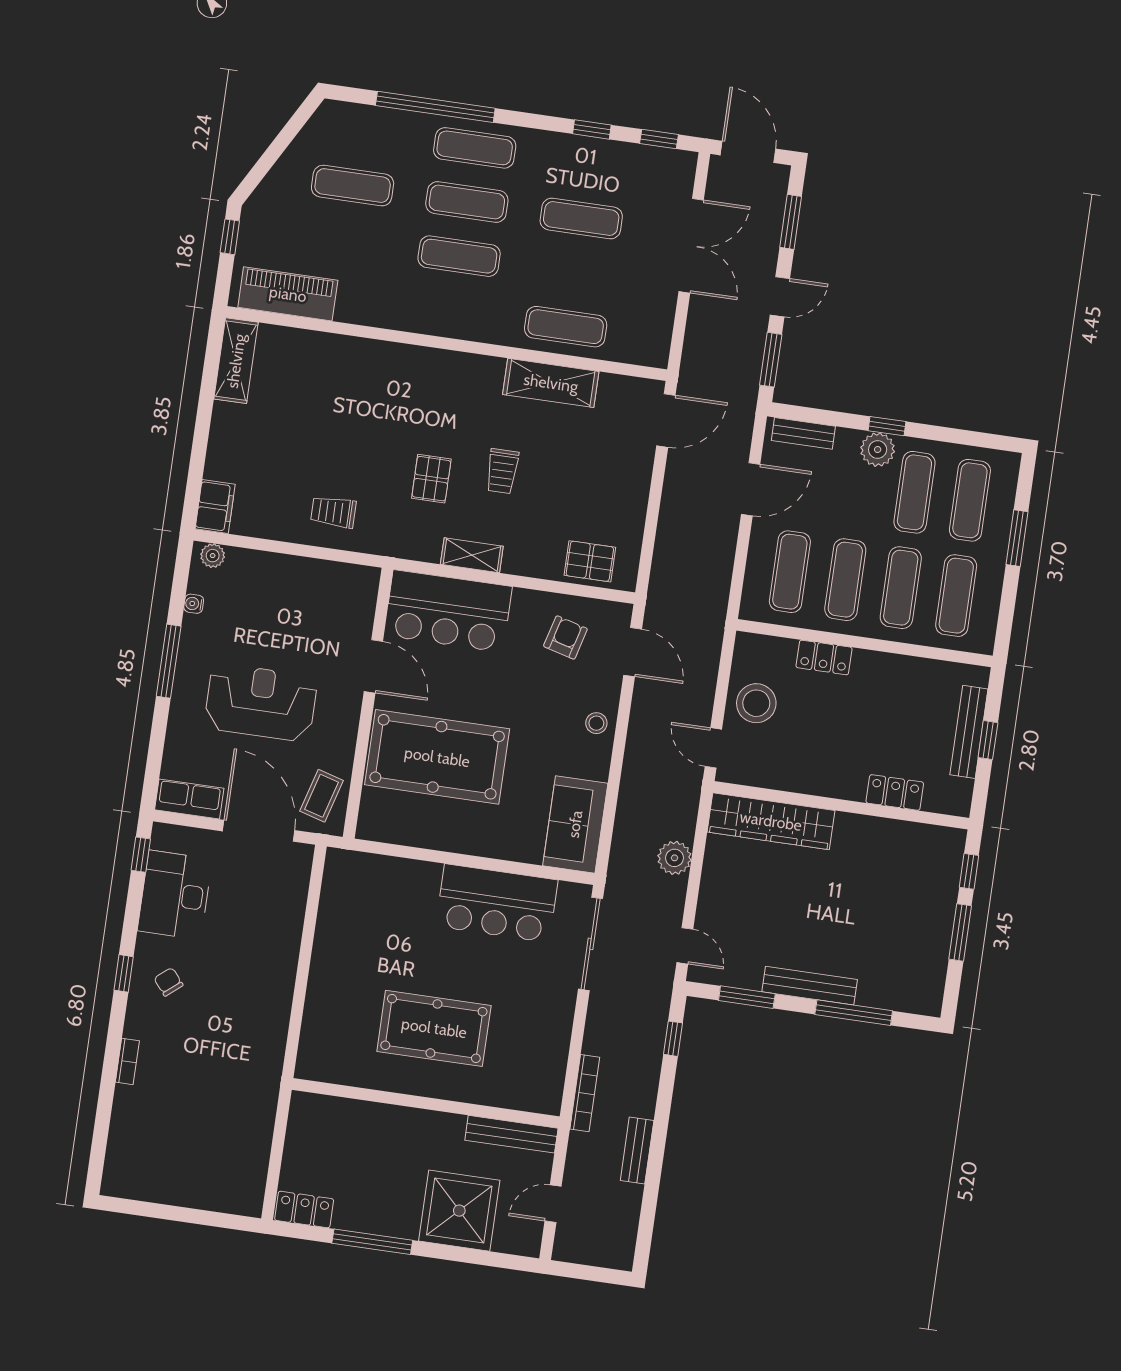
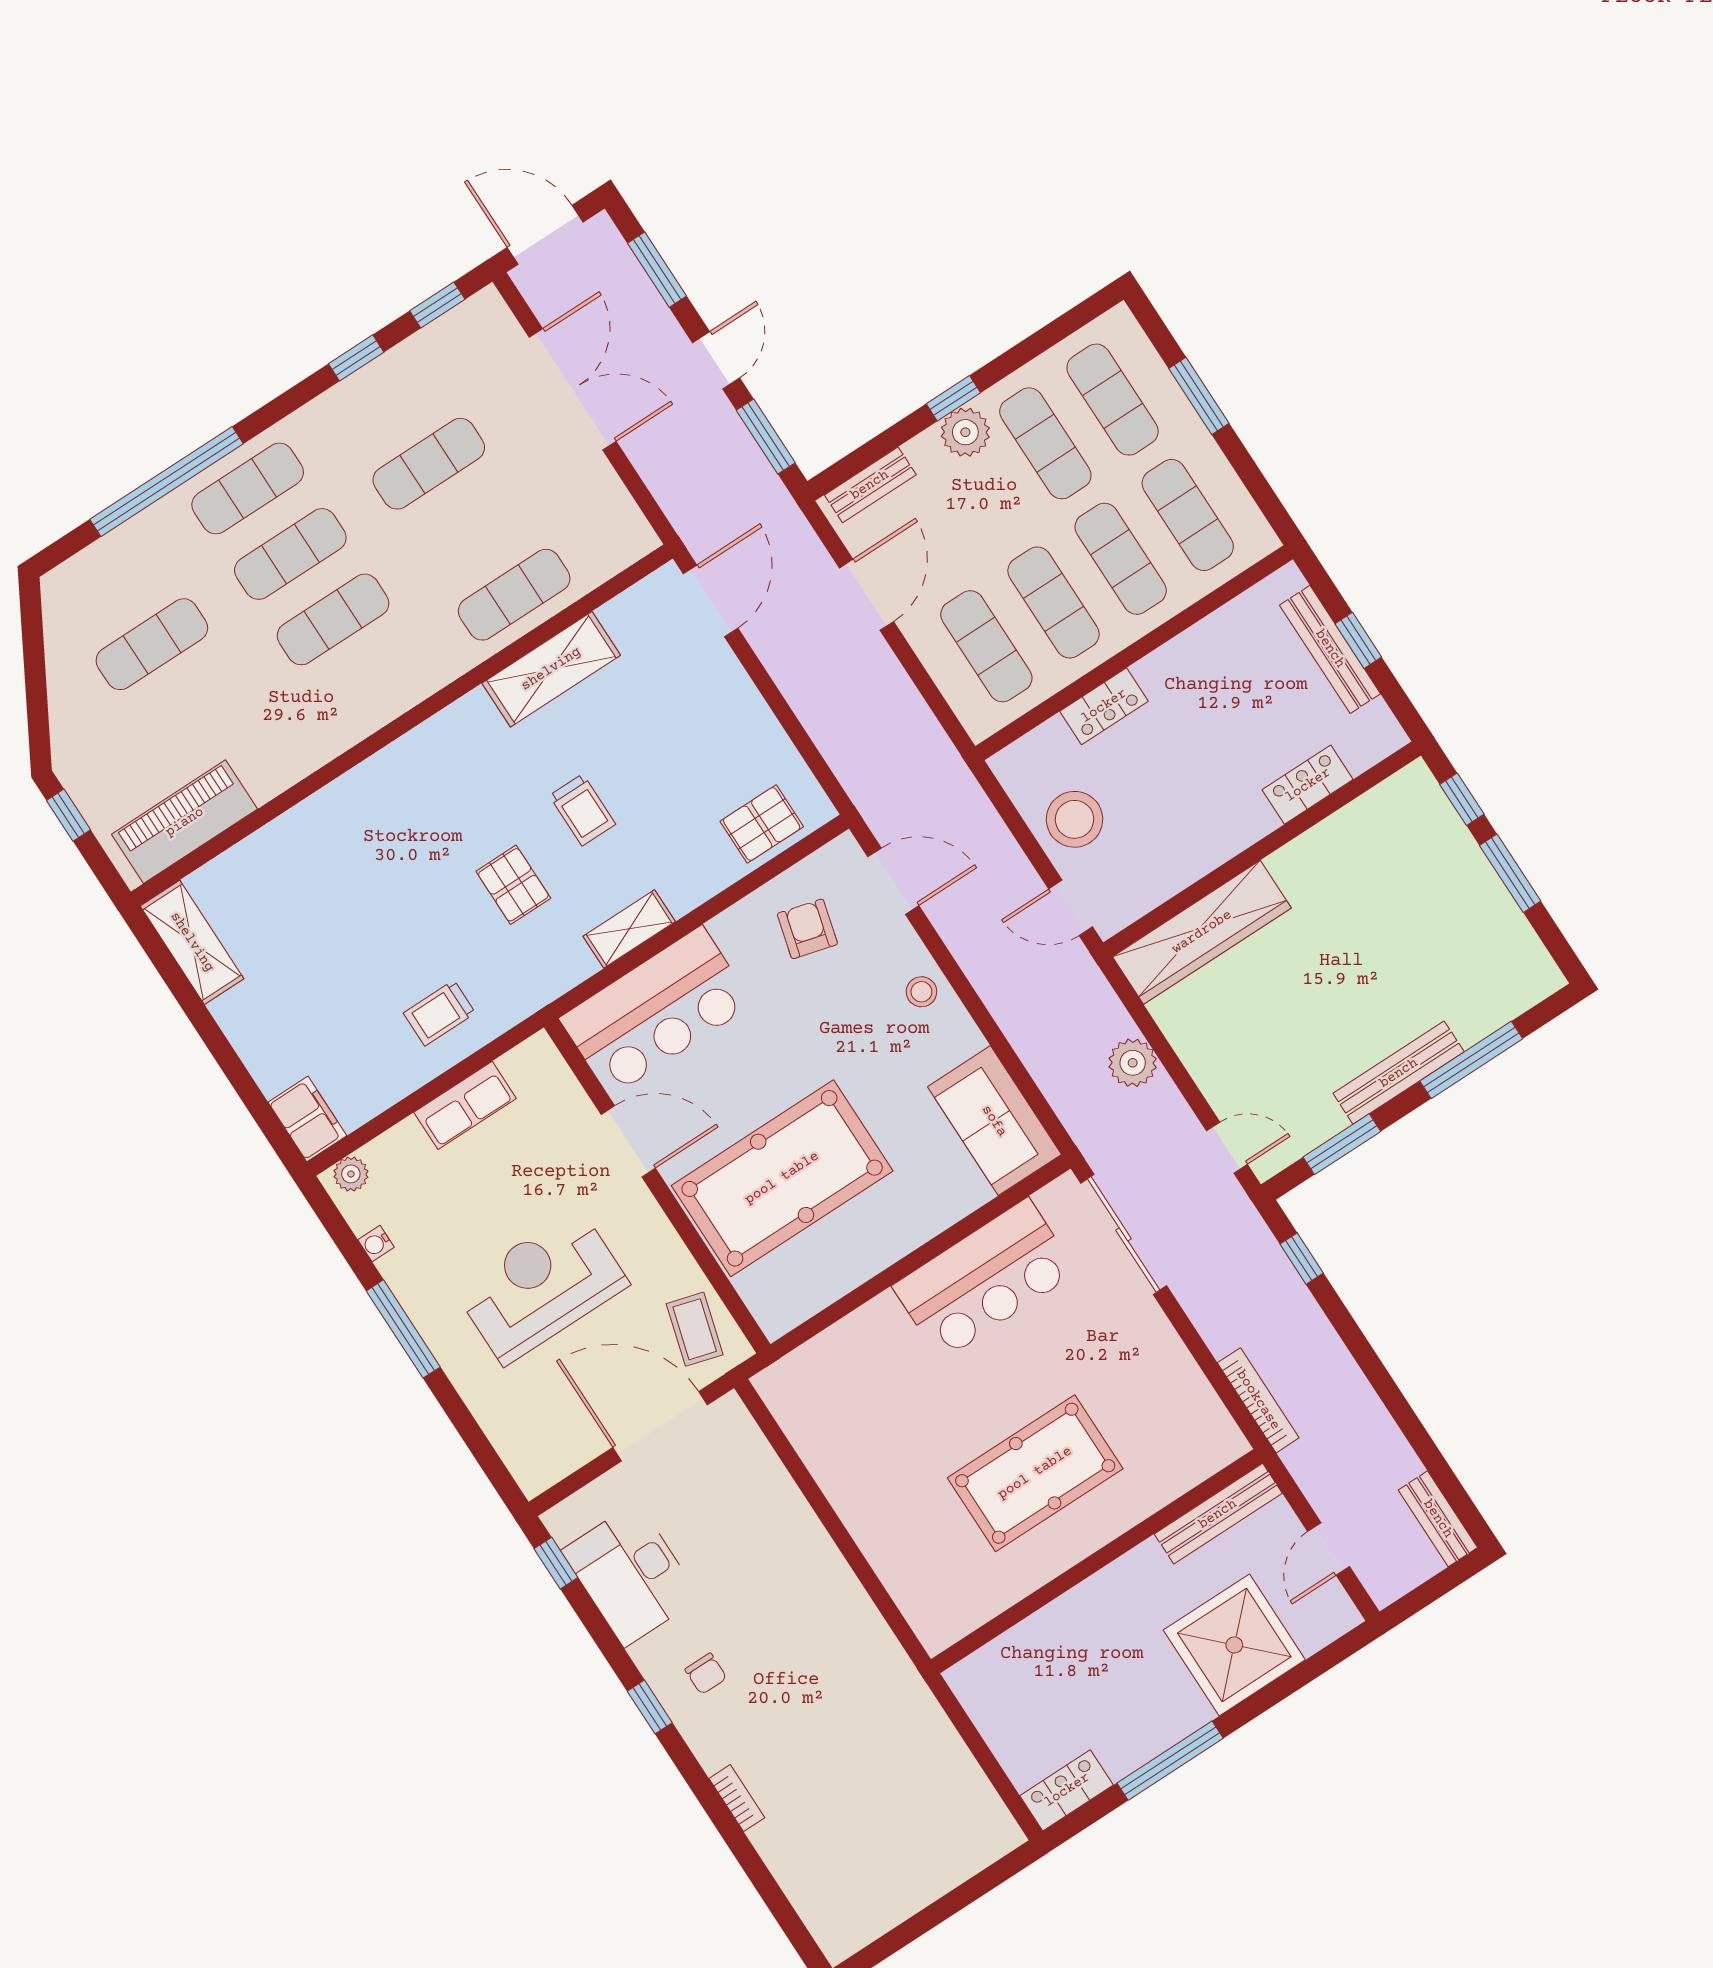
row of seats: (189, 799) -> (465, 1105), moved, turned 180
chair: (168, 982) -> (706, 1674), turned -140
bench: (637, 1151) -> (1438, 1519), moved

